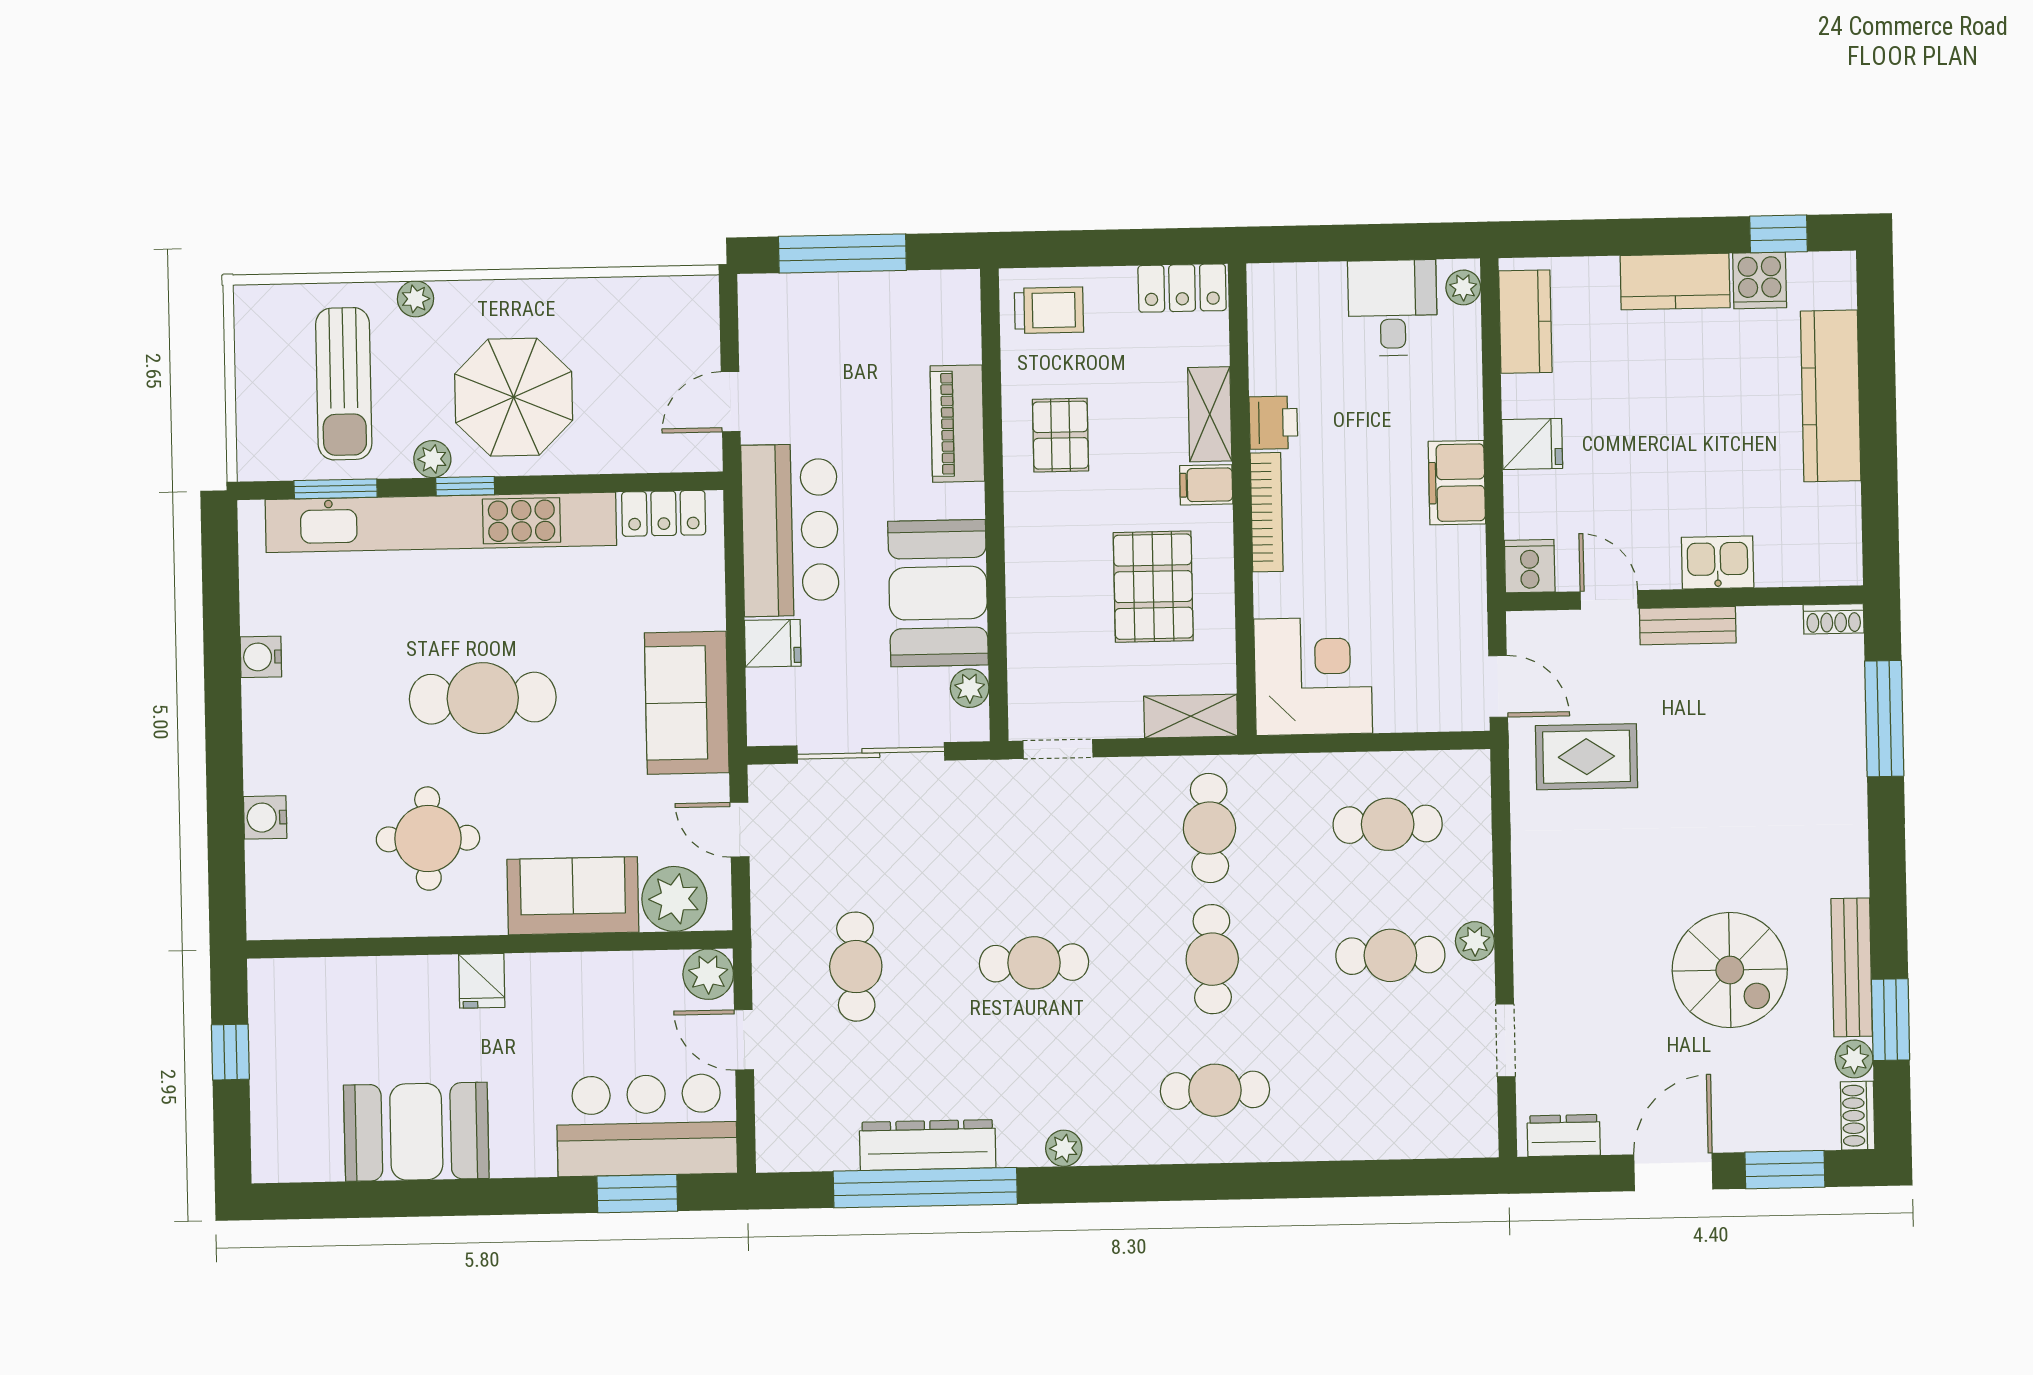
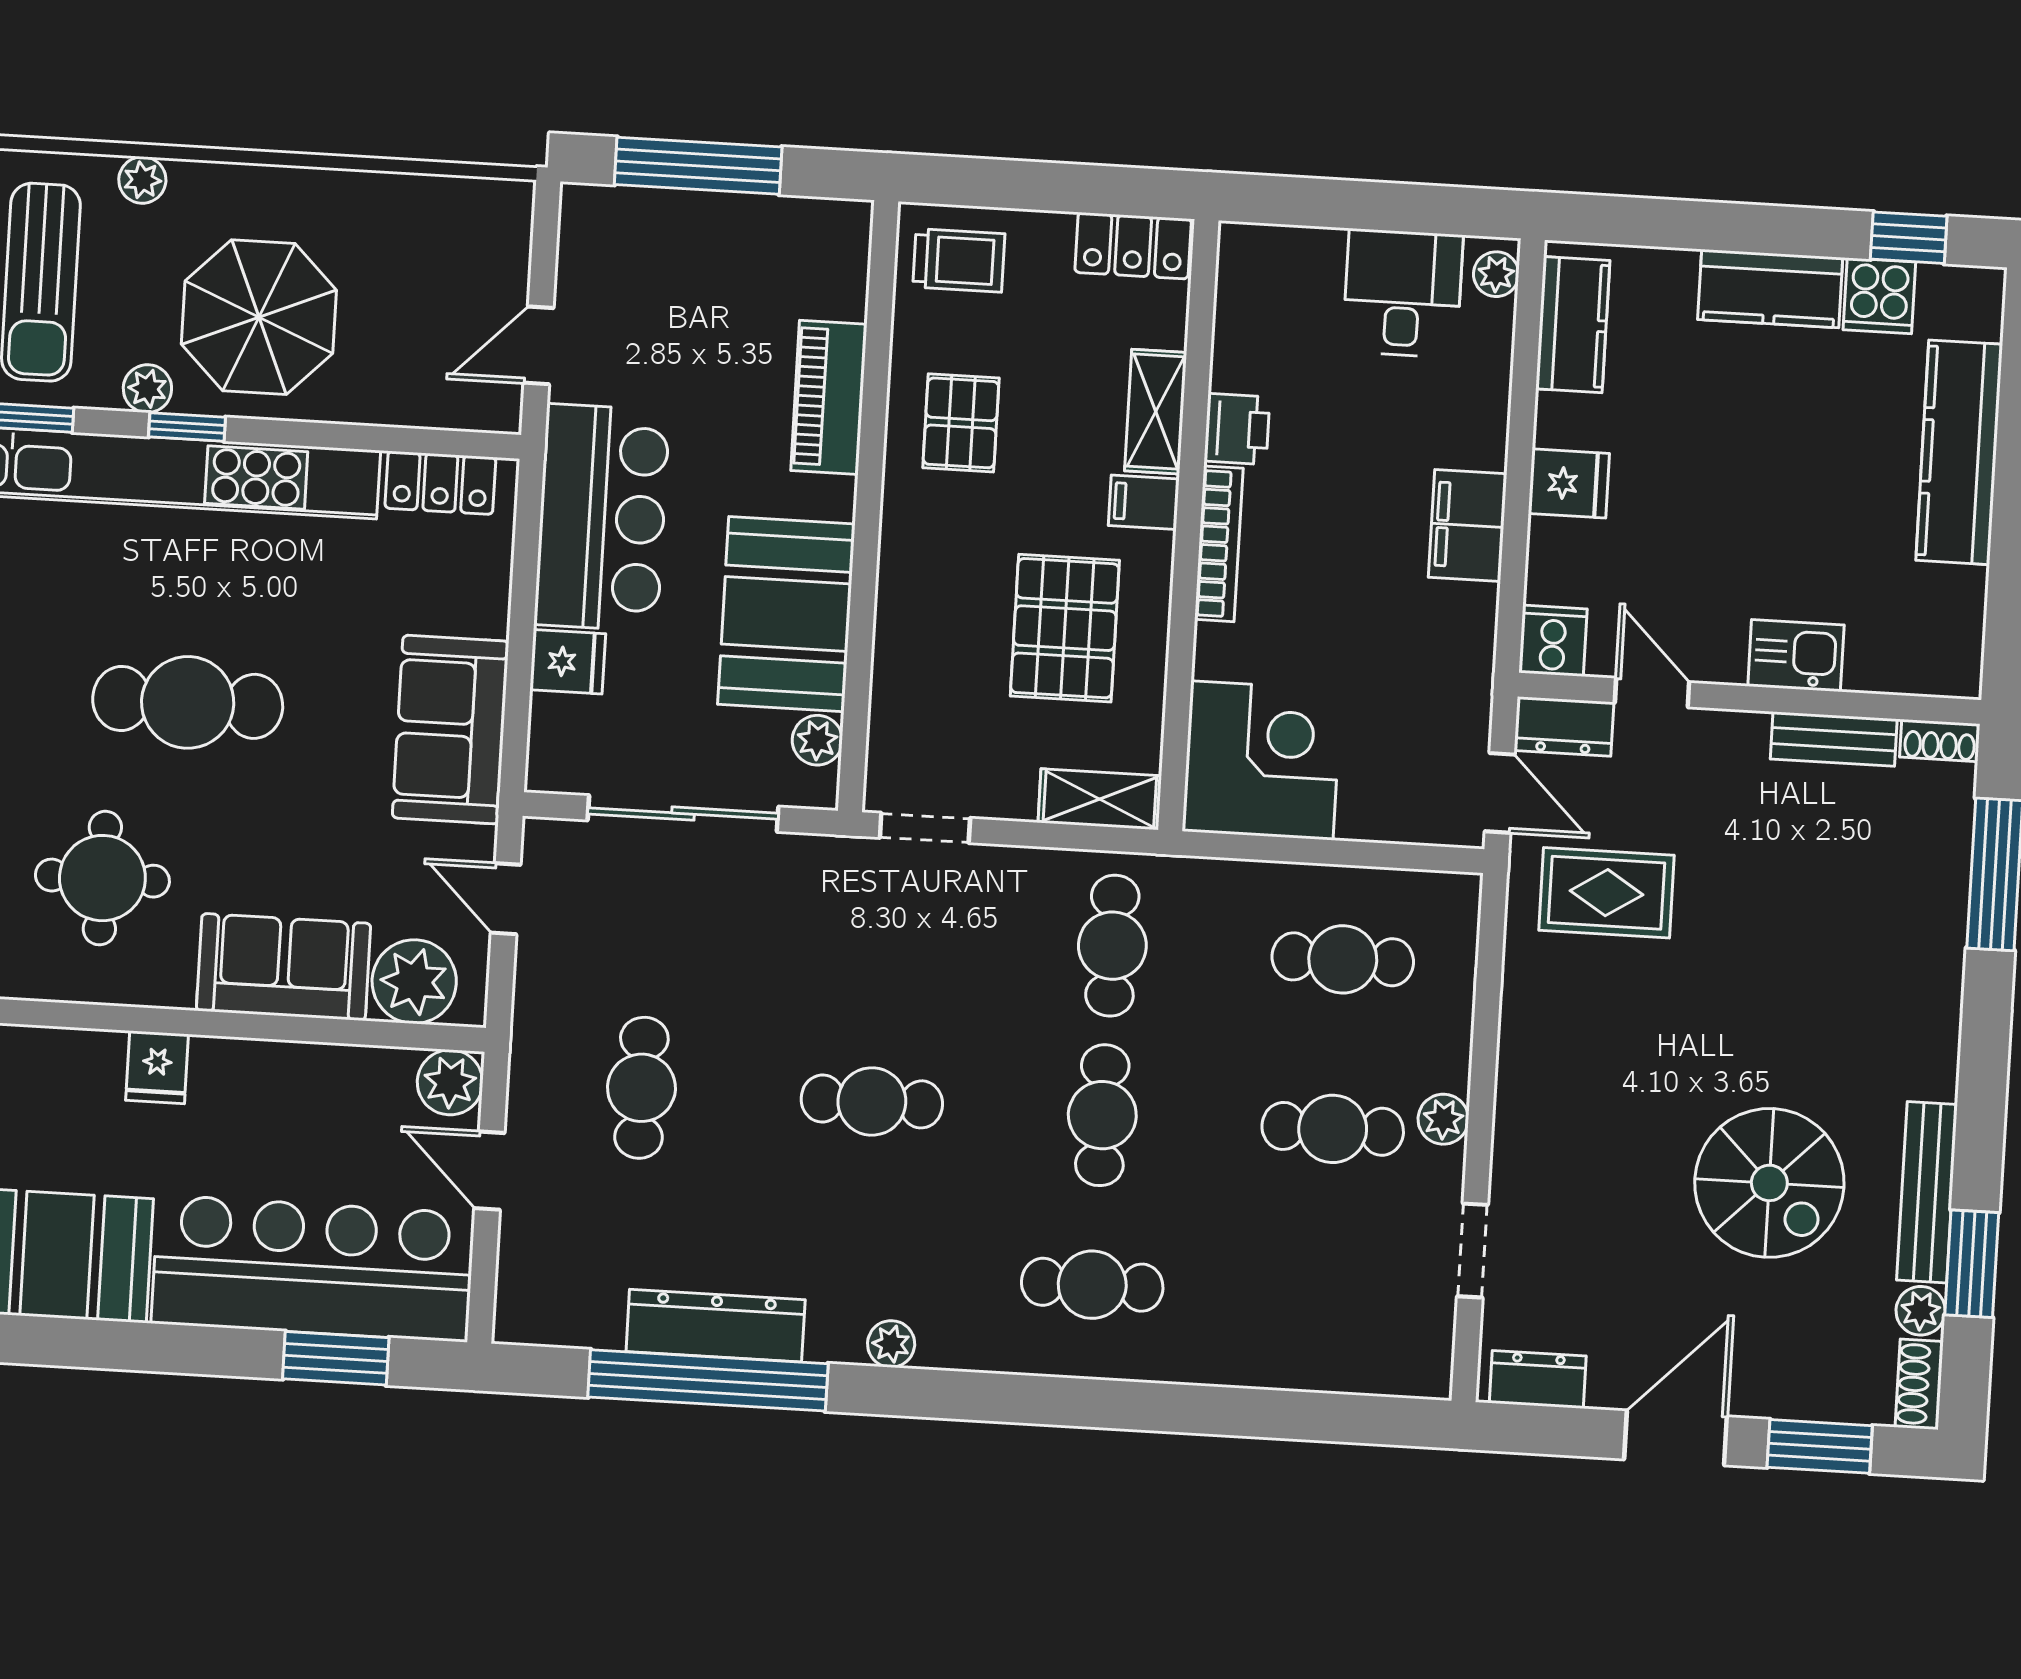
bench: (1688, 626) -> (1834, 739), moved
dresser: (1543, 631) -> (1564, 726), added
bar counter: (647, 1125) -> (313, 1268), width x1.36

